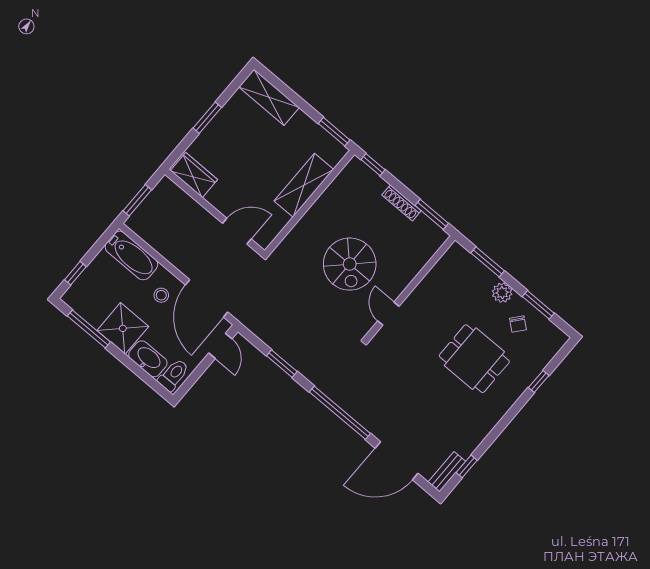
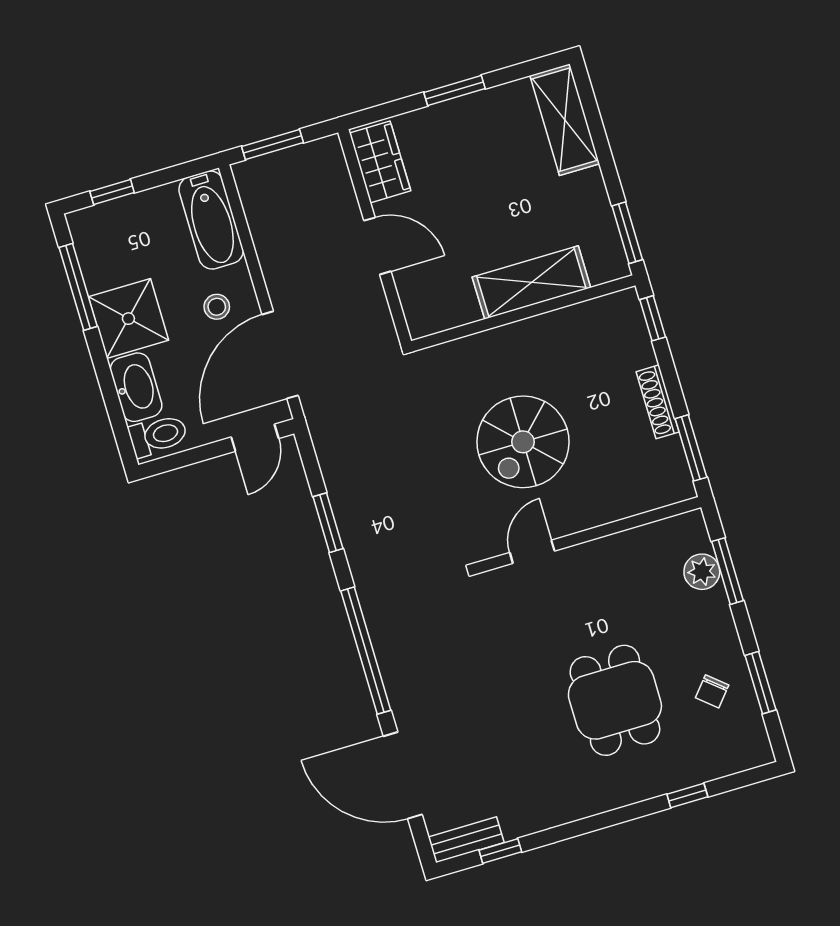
door: (237, 231) -> (377, 246), moved
plant: (502, 293) -> (702, 572), moved

